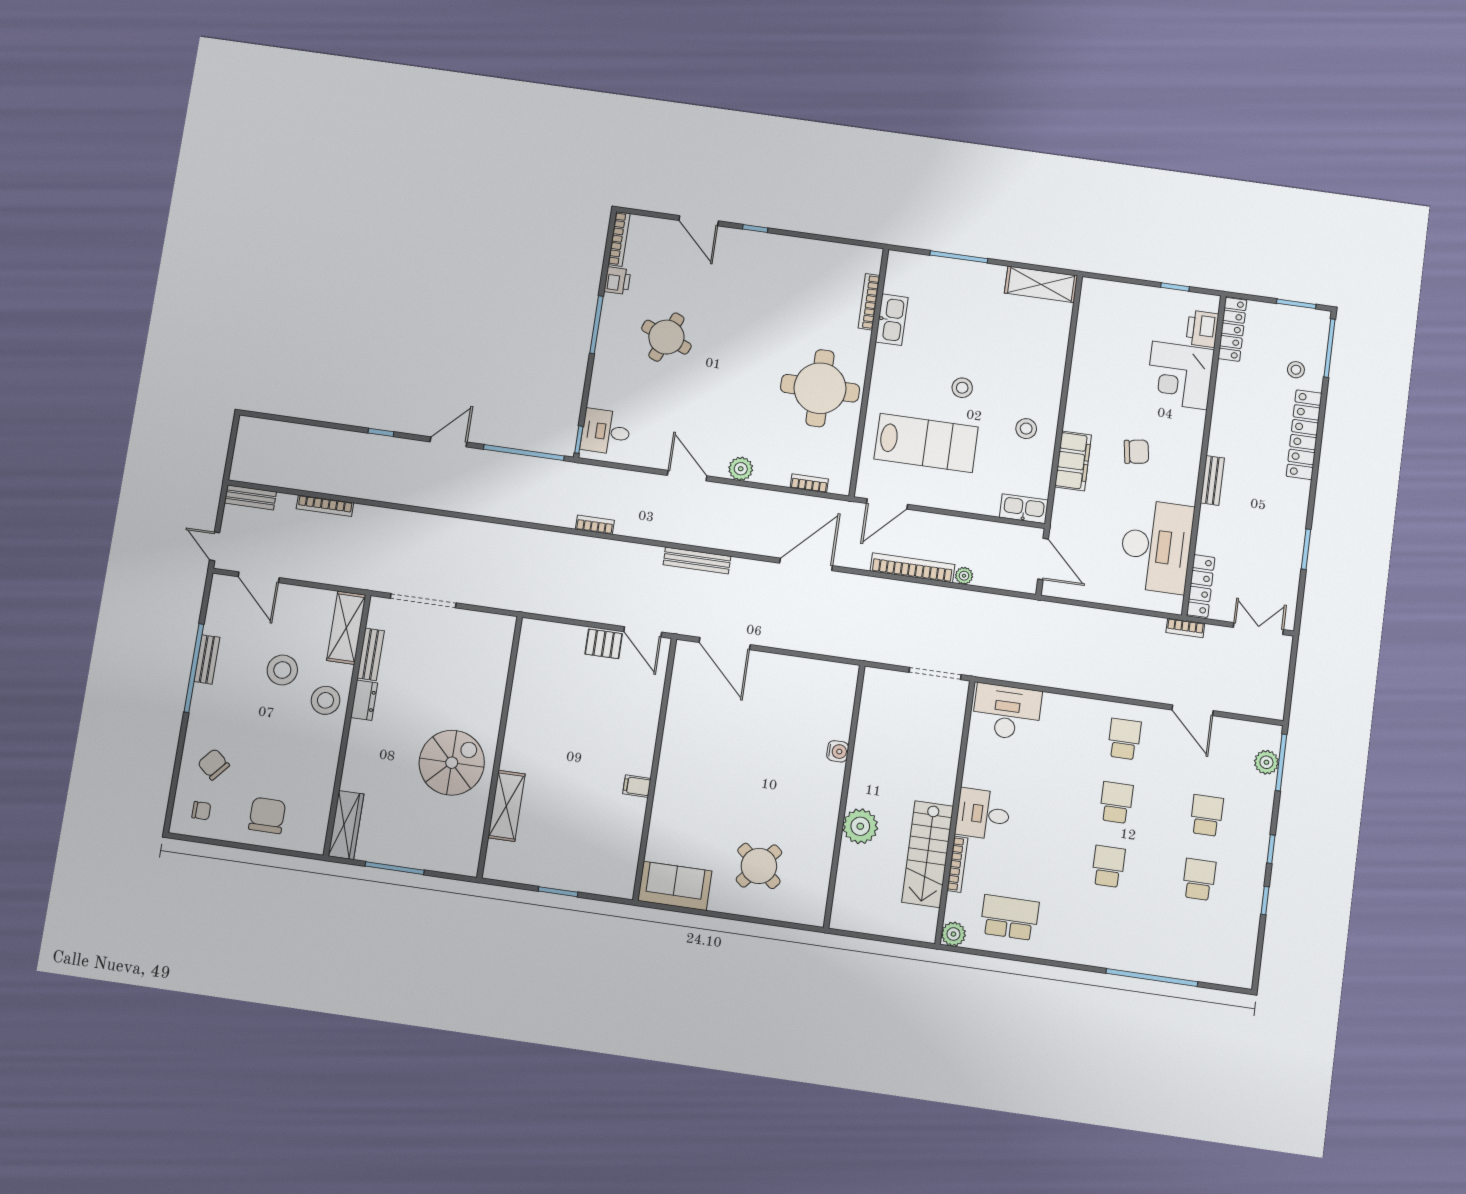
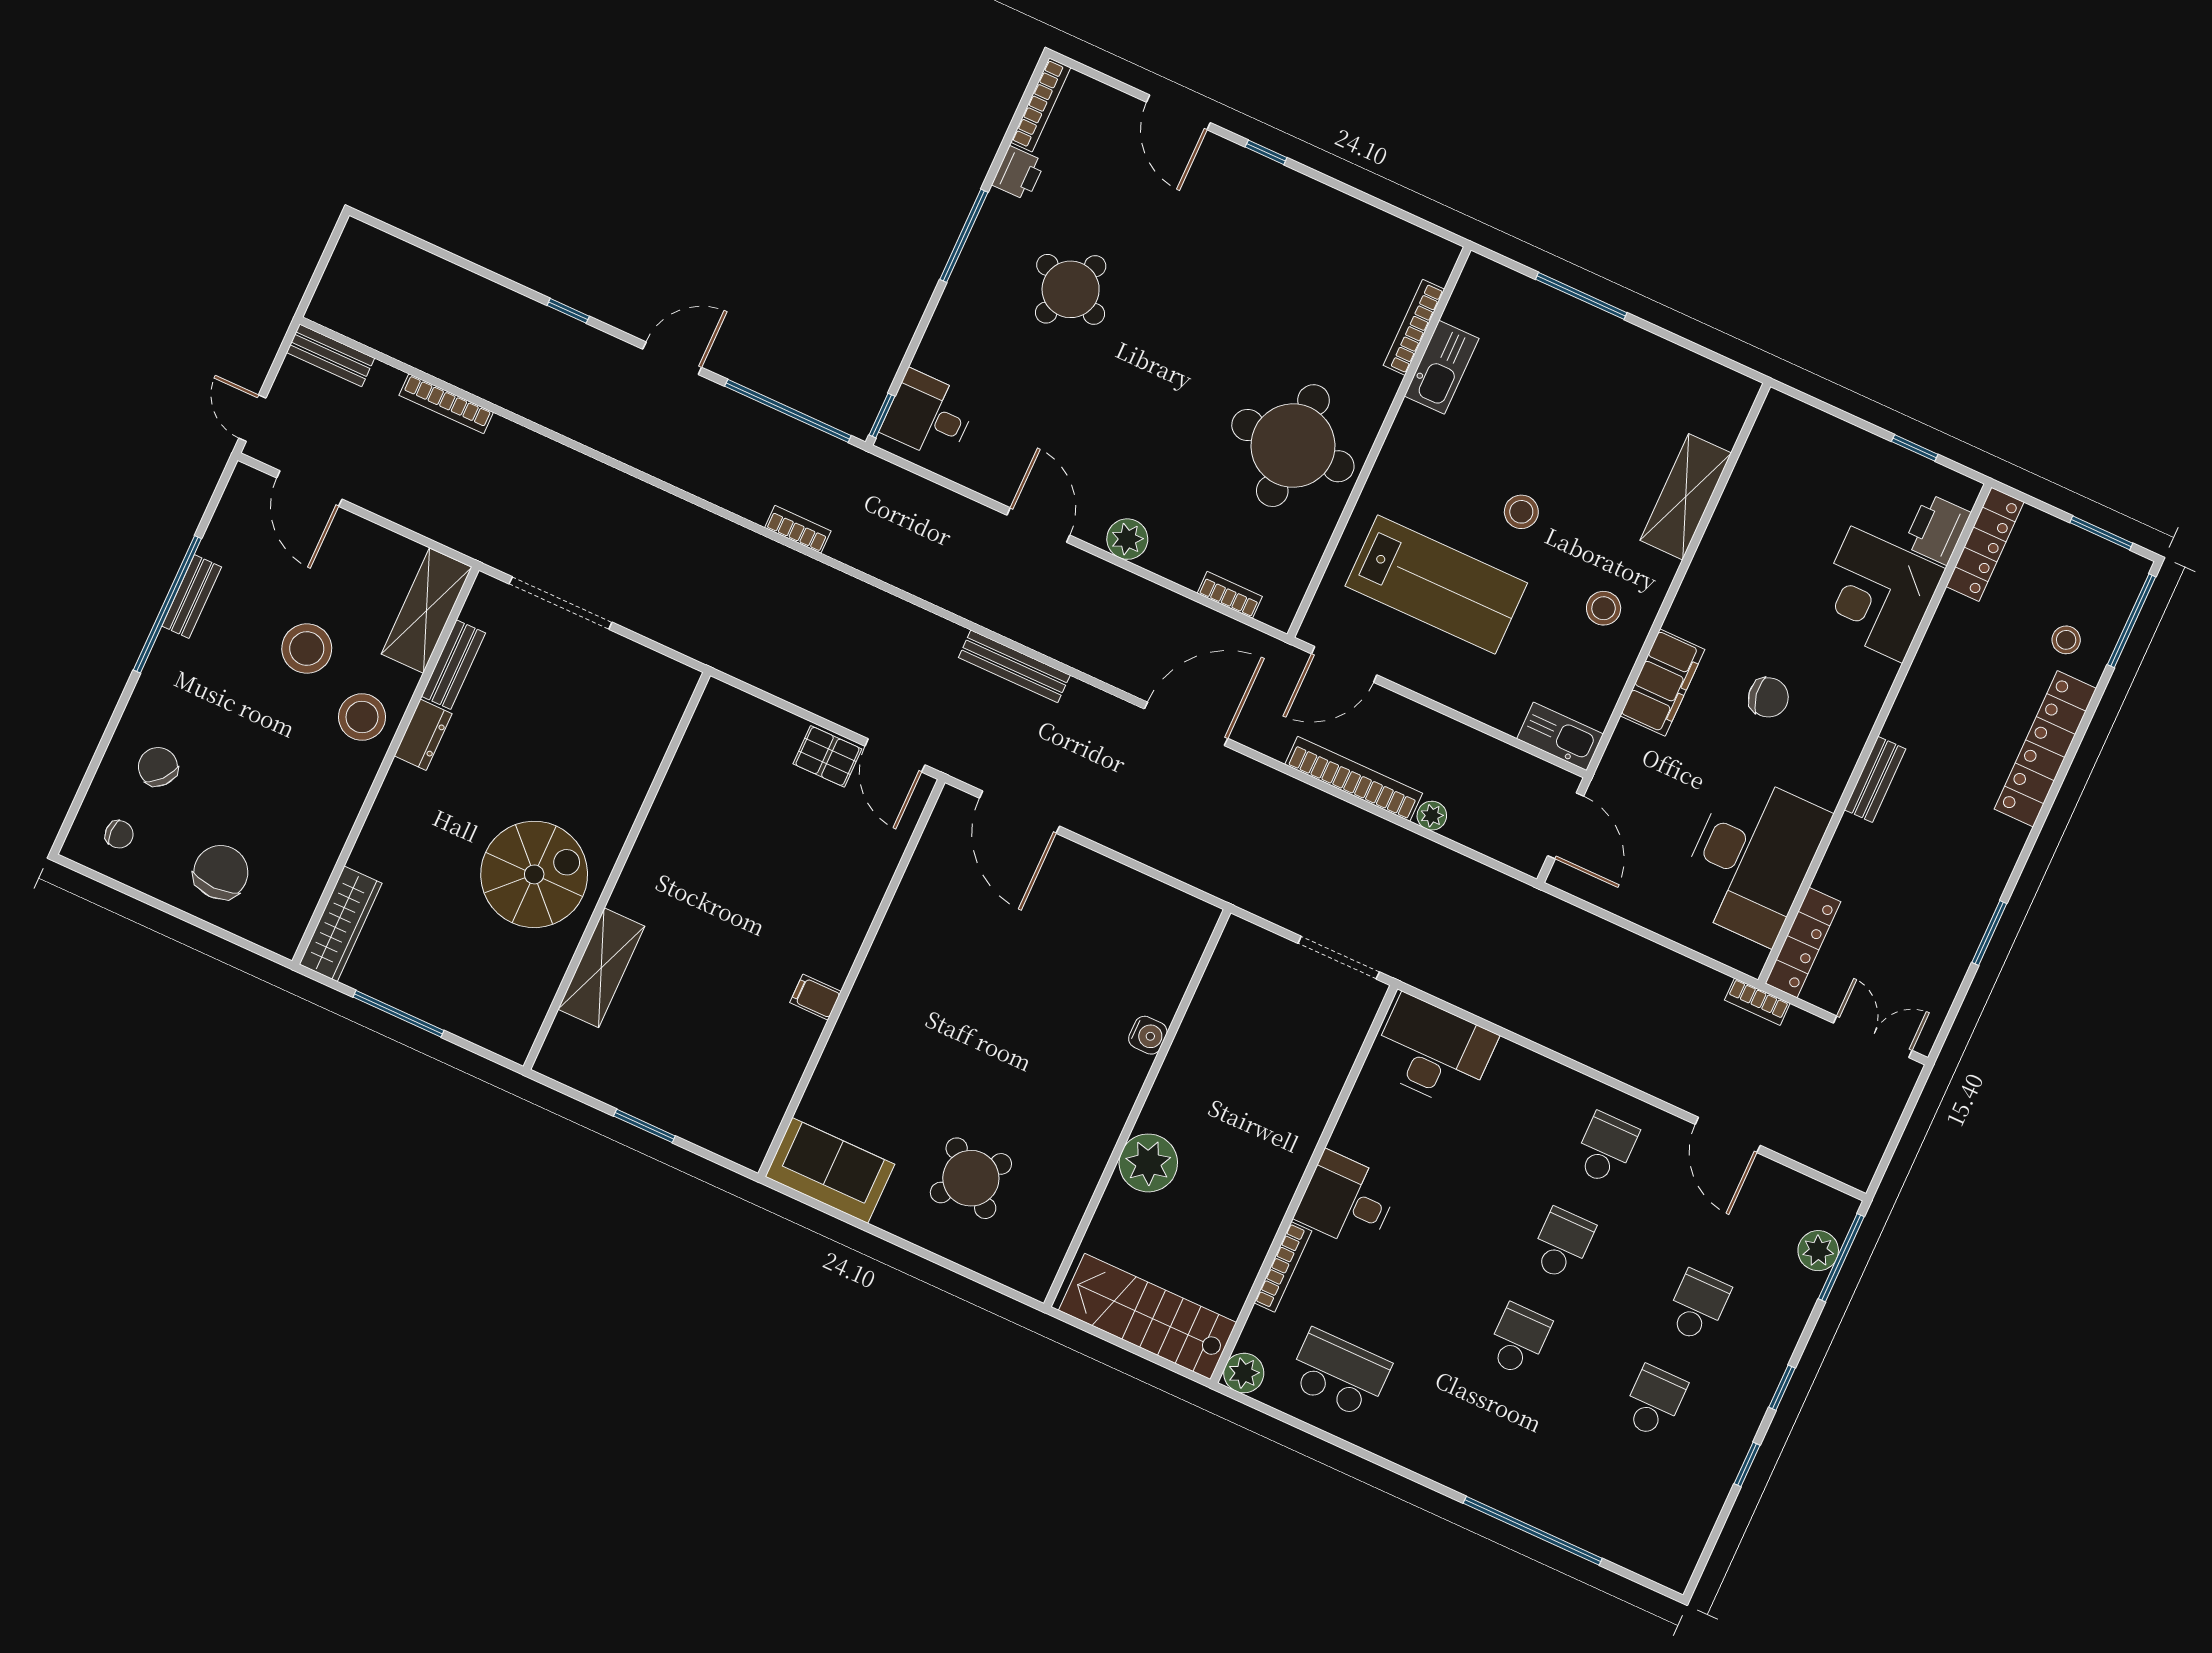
shelving: (1041, 284) -> (1686, 497), moved, turned 90
bookcase: (595, 525) -> (798, 529), moved
stairs: (928, 854) -> (1148, 1316), moved, turned 90

